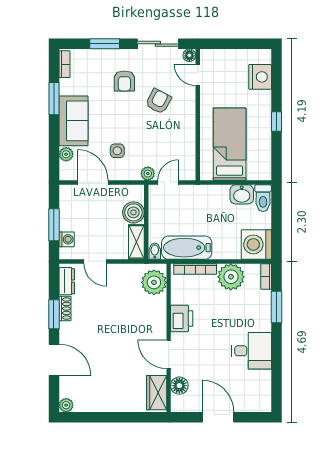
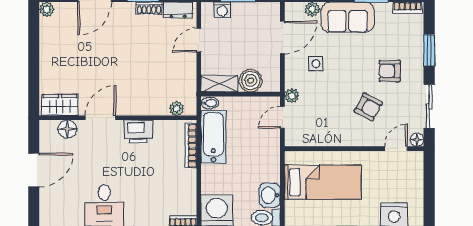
door: (168, 182) -> (282, 117), swing flipped
plant: (231, 277) -> (183, 184), removed
plant: (154, 282) -> (177, 108), width x0.53, depth x0.53

